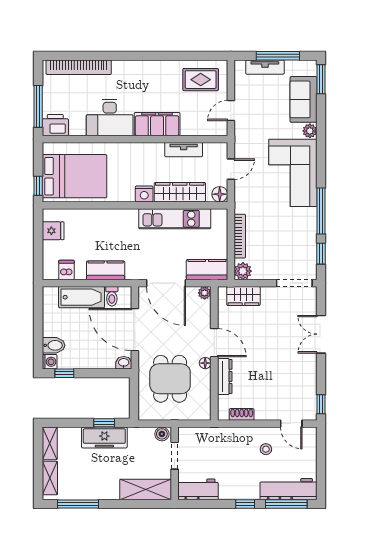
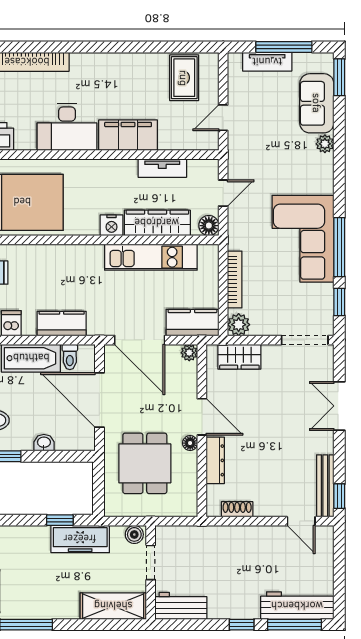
rug: (201, 80) -> (184, 78), turned 90
corner sofa: (293, 173) -> (303, 239), moved
washbasin: (124, 363) -> (44, 443), moved
bench: (310, 396) -> (325, 486), added
freezer: (104, 438) -> (80, 539), moved
stool: (266, 449) -> (268, 554), removed

